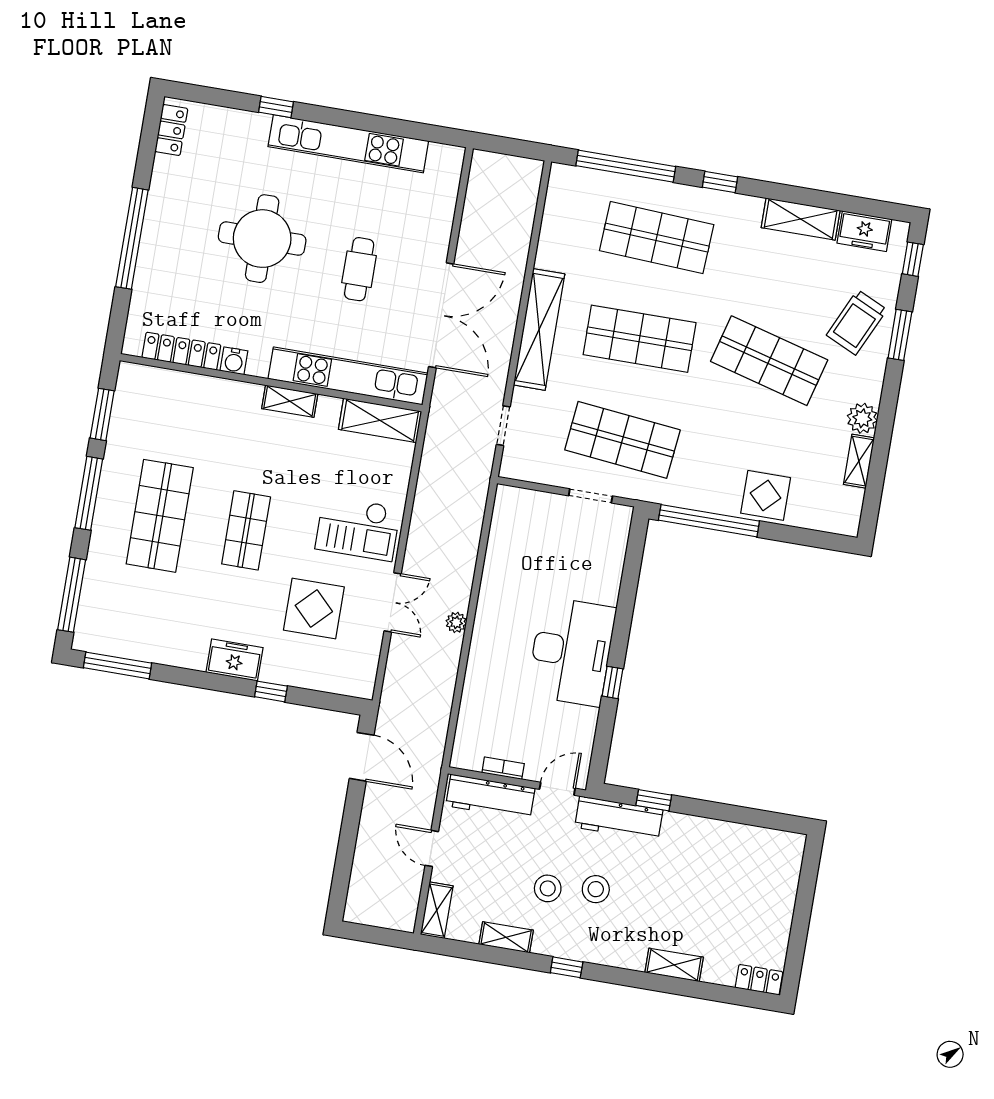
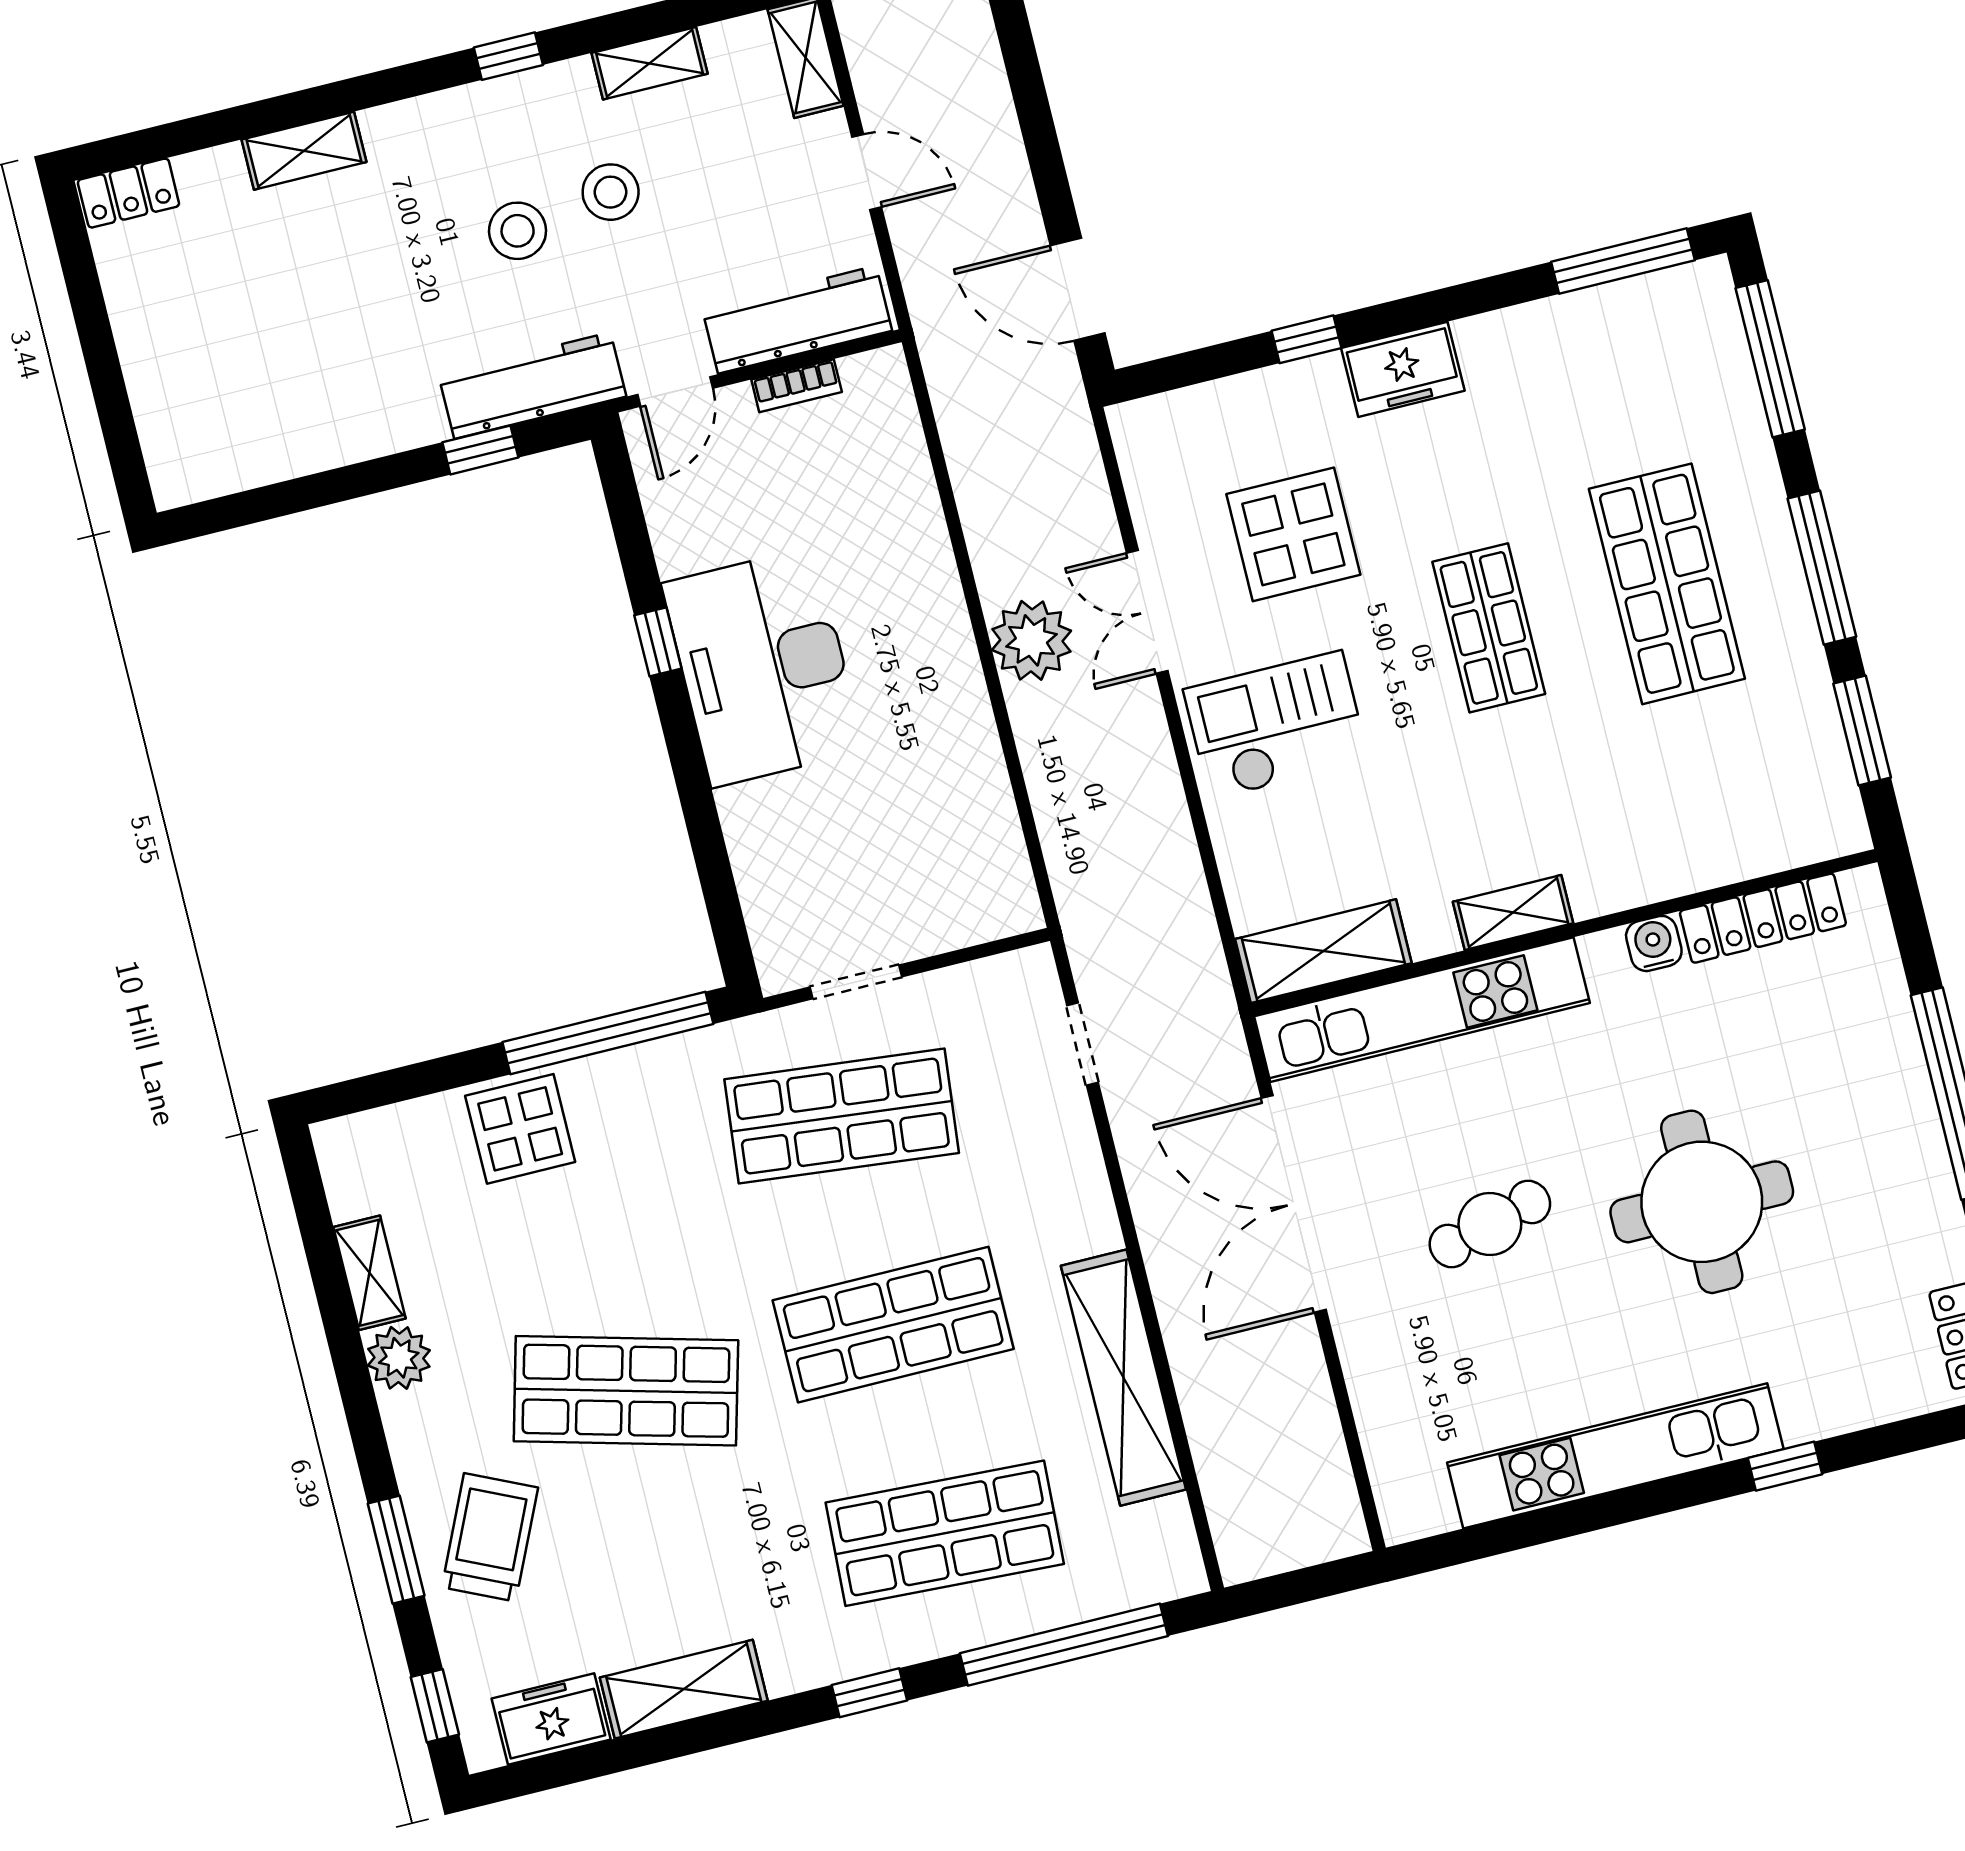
cafe table: (359, 269) -> (1490, 1224), turned 75
shelving: (539, 329) -> (1123, 1378), moved
plant: (456, 622) -> (1031, 640), width x1.88, depth x1.88

